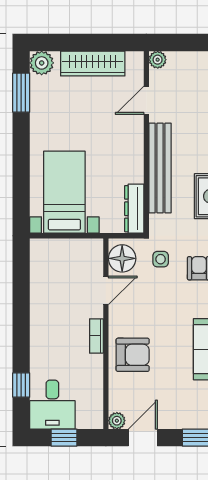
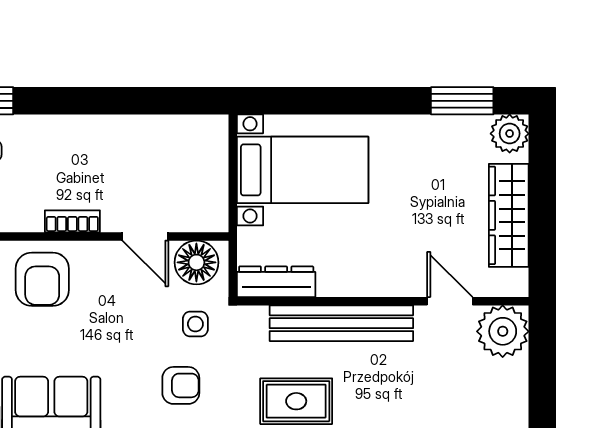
plant: (158, 60) -> (503, 331), width x1.87, depth x1.87

